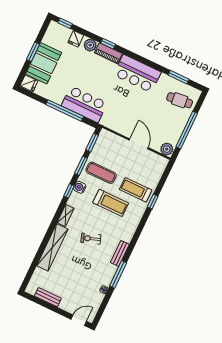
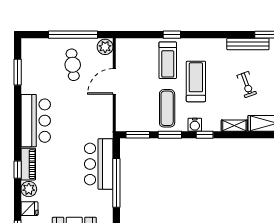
cafe table: (180, 100) -> (73, 65), moved
bench: (120, 253) -> (248, 44), width x1.36

